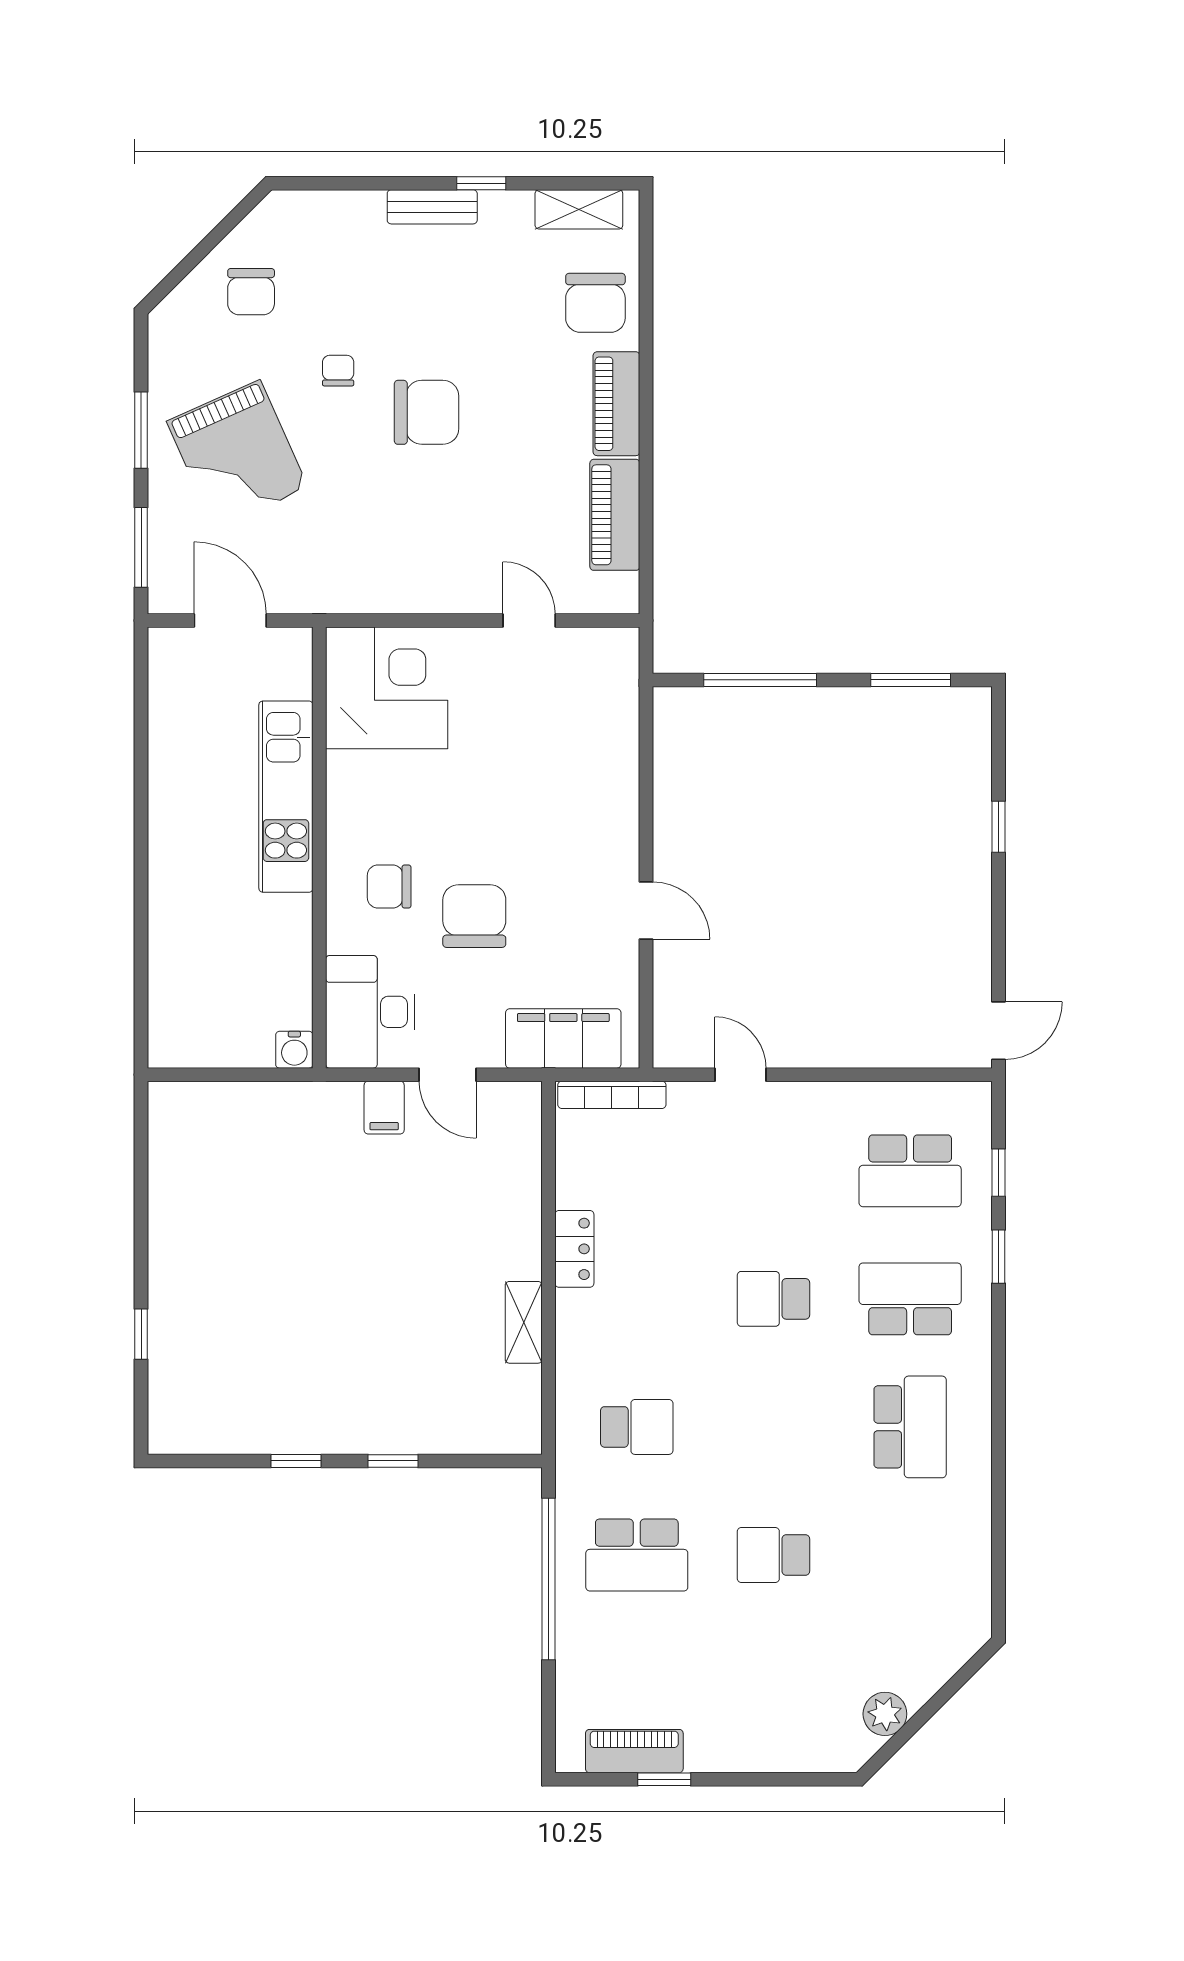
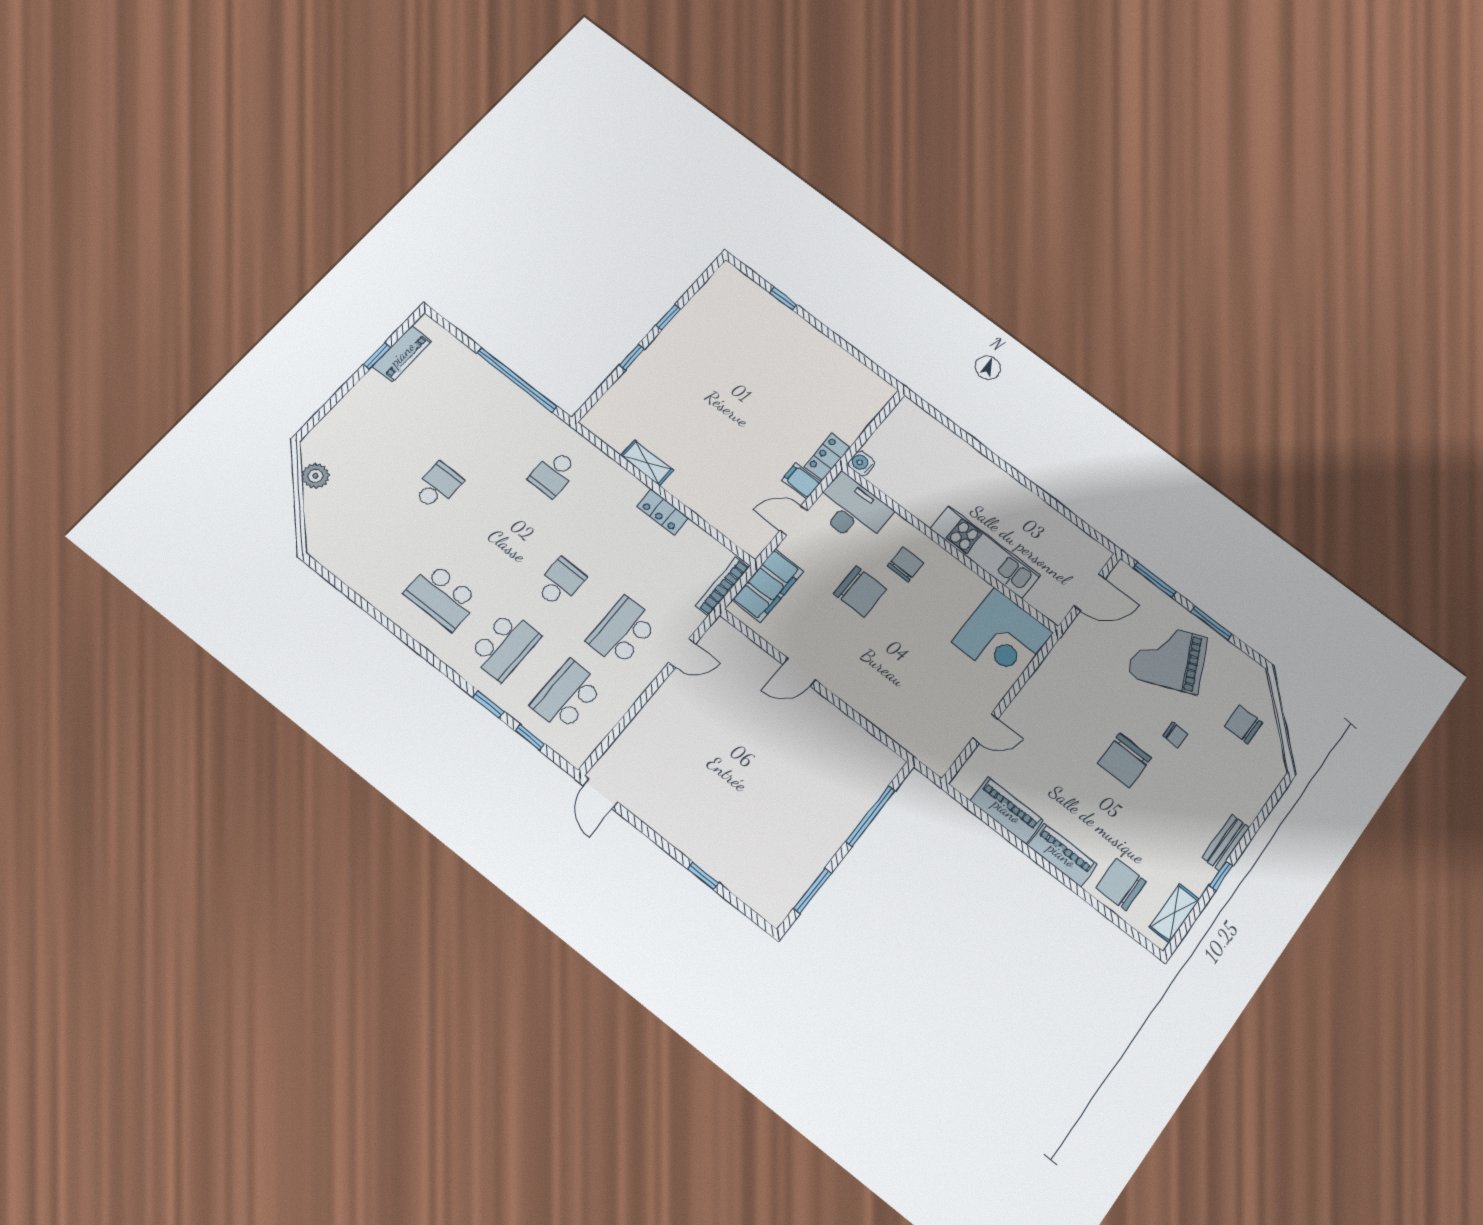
locker: (322, 1101) -> (827, 457), added
school desk: (637, 1555) -> (622, 631), moved

